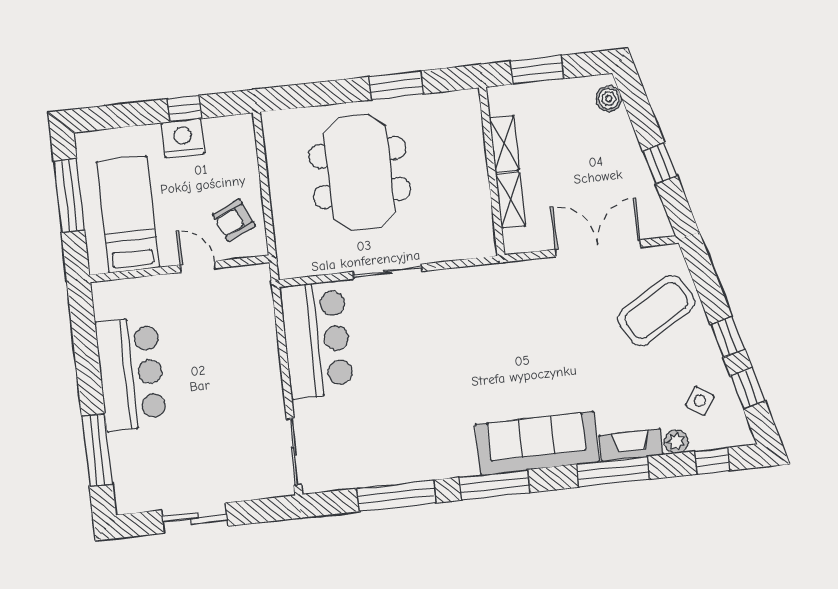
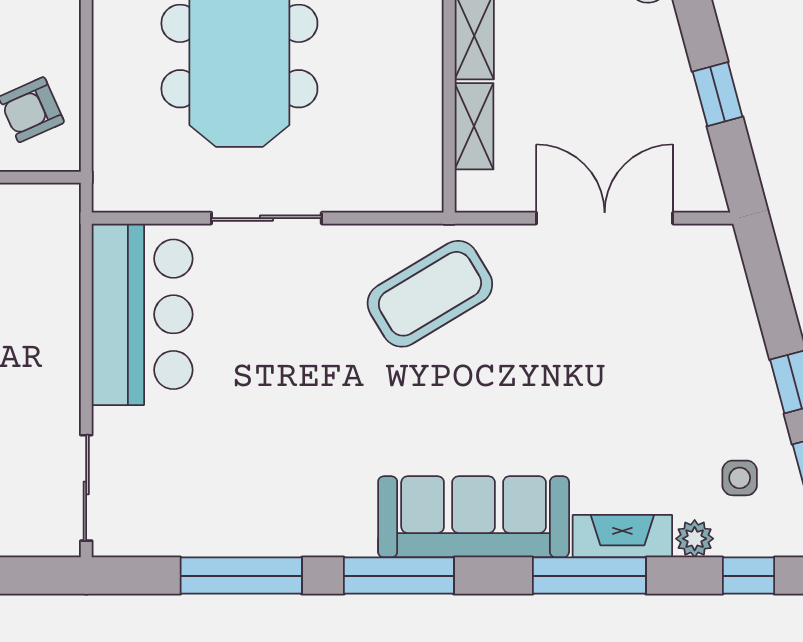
coffee table: (656, 310) -> (430, 294), moved
side table: (700, 401) -> (740, 478), turned -34

